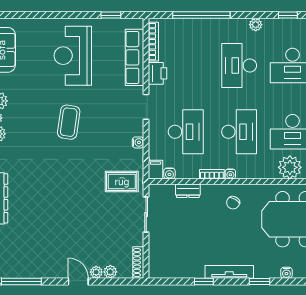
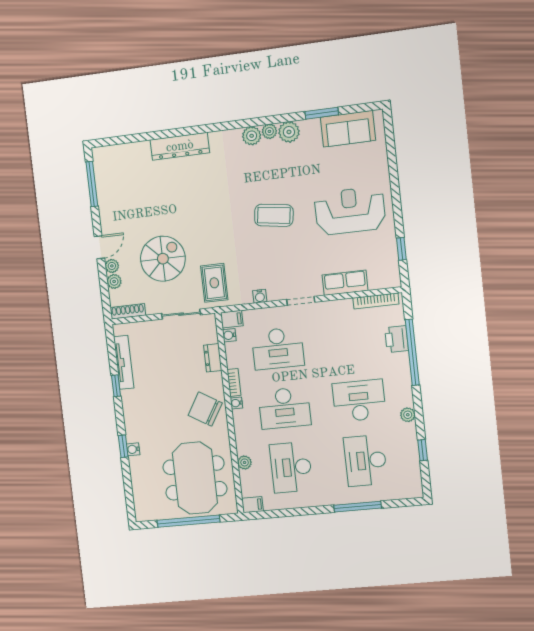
row of seats: (135, 57) -> (345, 283), width x0.68
printer: (158, 73) -> (397, 339), moved, turned 90
plant: (290, 167) -> (245, 462), width x0.53, depth x0.53
chair: (233, 203) -> (205, 409), width x1.87, depth x1.87
spiral stairs: (95, 225) -> (163, 259), added
tv unit: (229, 272) -> (124, 362), moved
water cooler: (286, 273) -> (133, 449), moved

